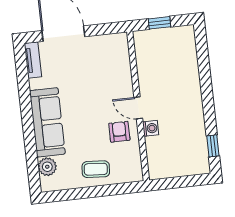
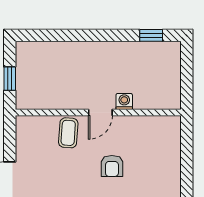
armchair: (119, 132) -> (112, 166), moved, turned -90
coffee table: (96, 169) -> (68, 133), moved

